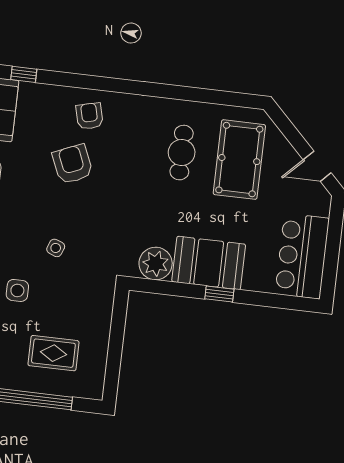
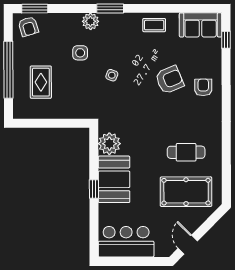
armchair: (90, 116) -> (203, 87), turned -76

